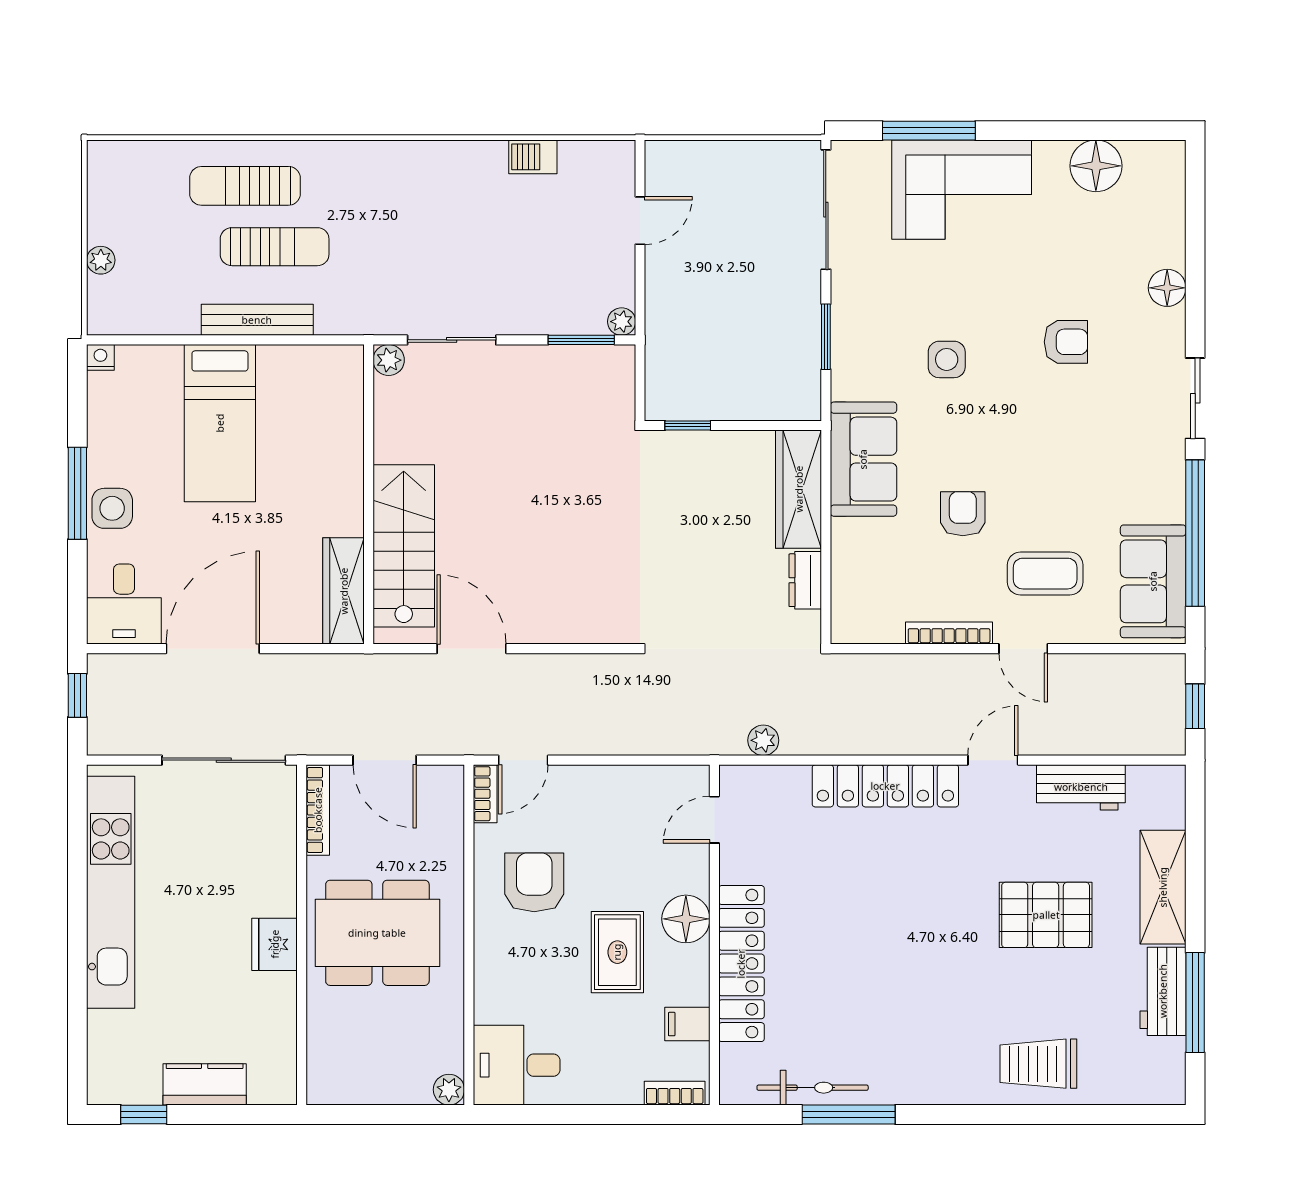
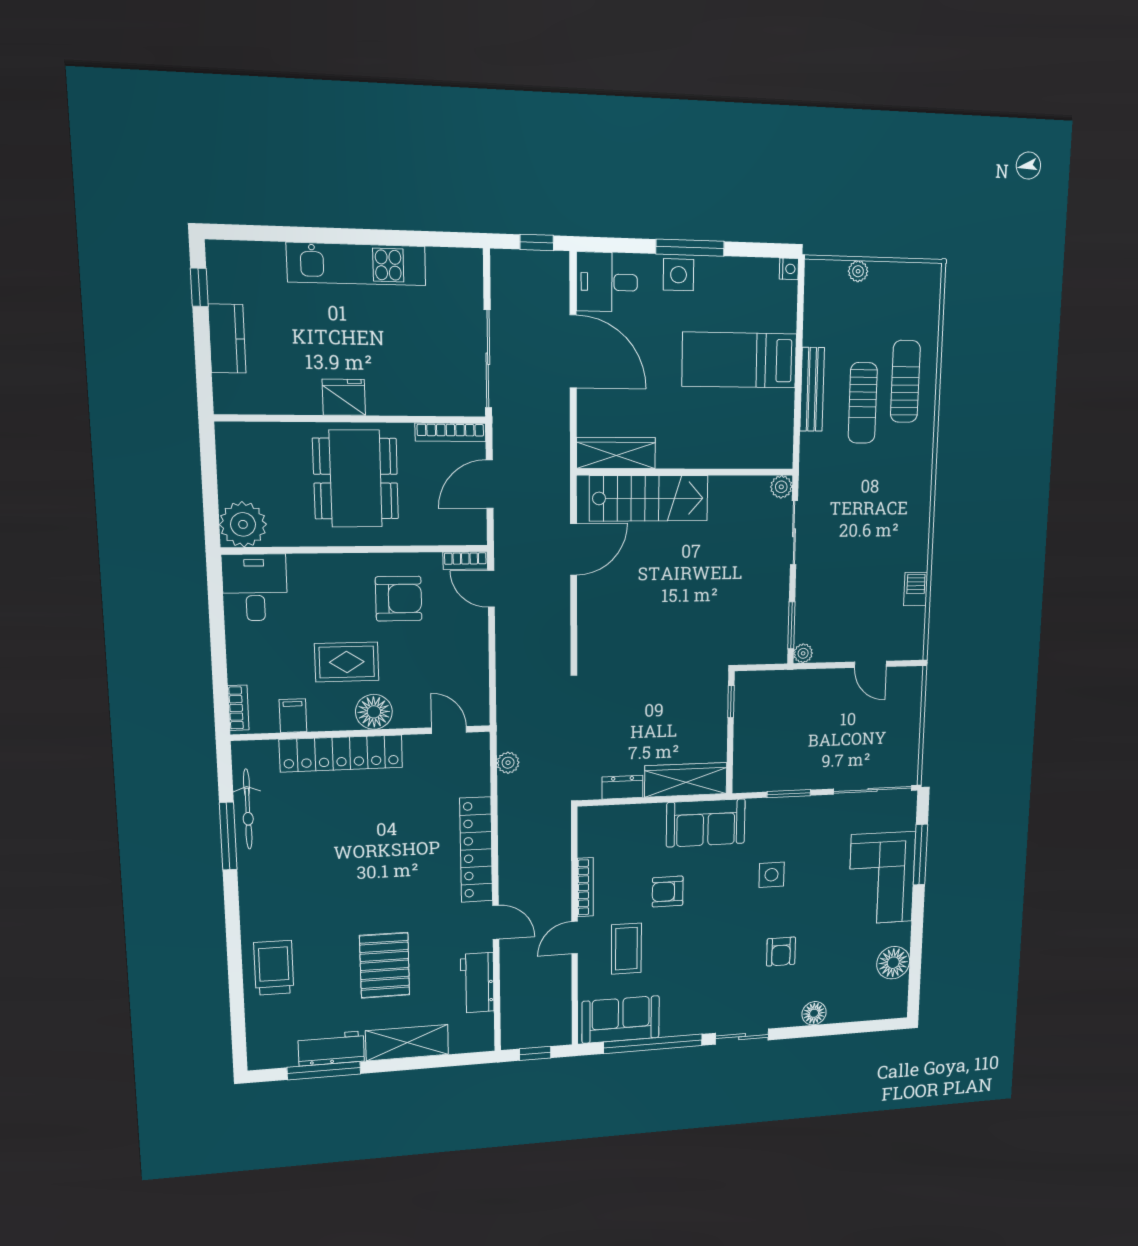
armchair: (963, 514) -> (668, 892), turned 180
kitchen unit: (111, 892) -> (357, 264), width x0.73
plant: (449, 1090) -> (243, 524), width x1.87, depth x1.87

